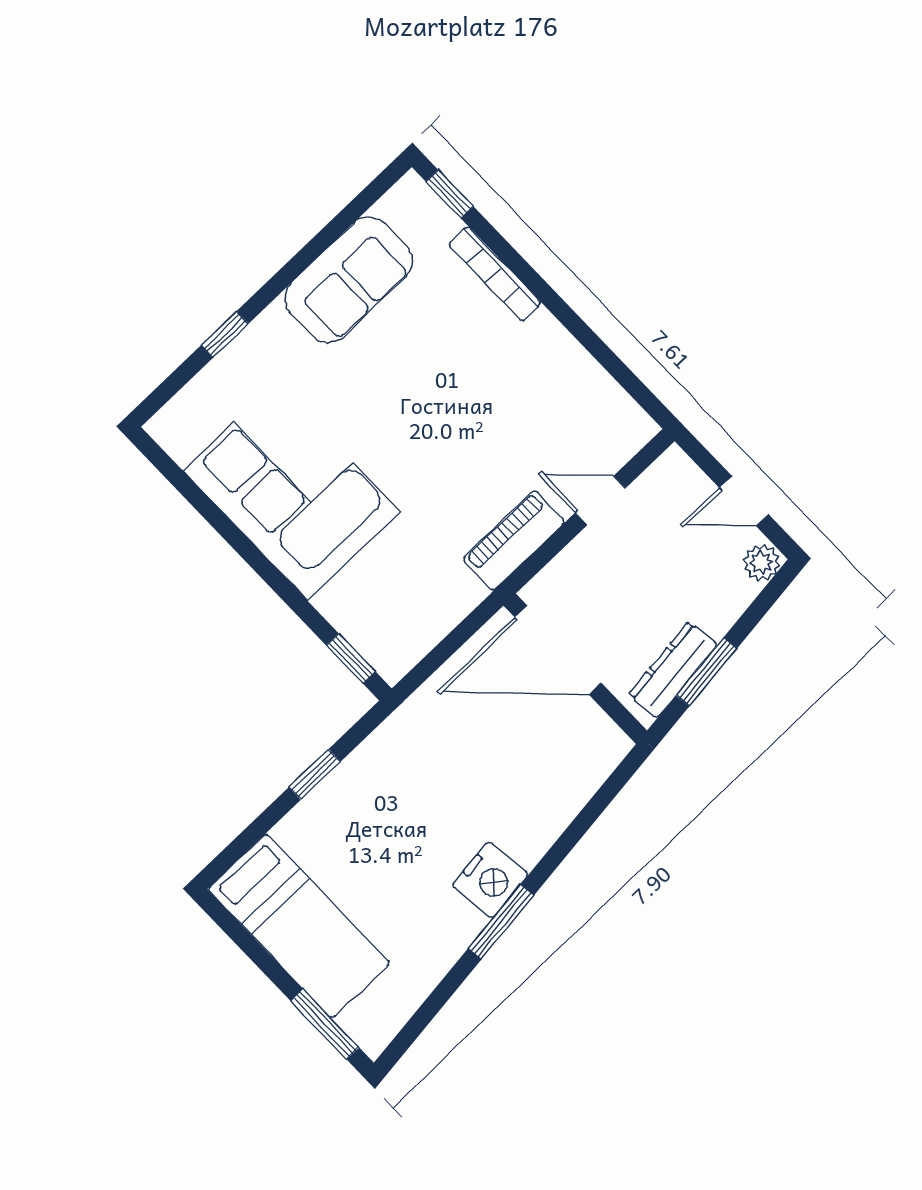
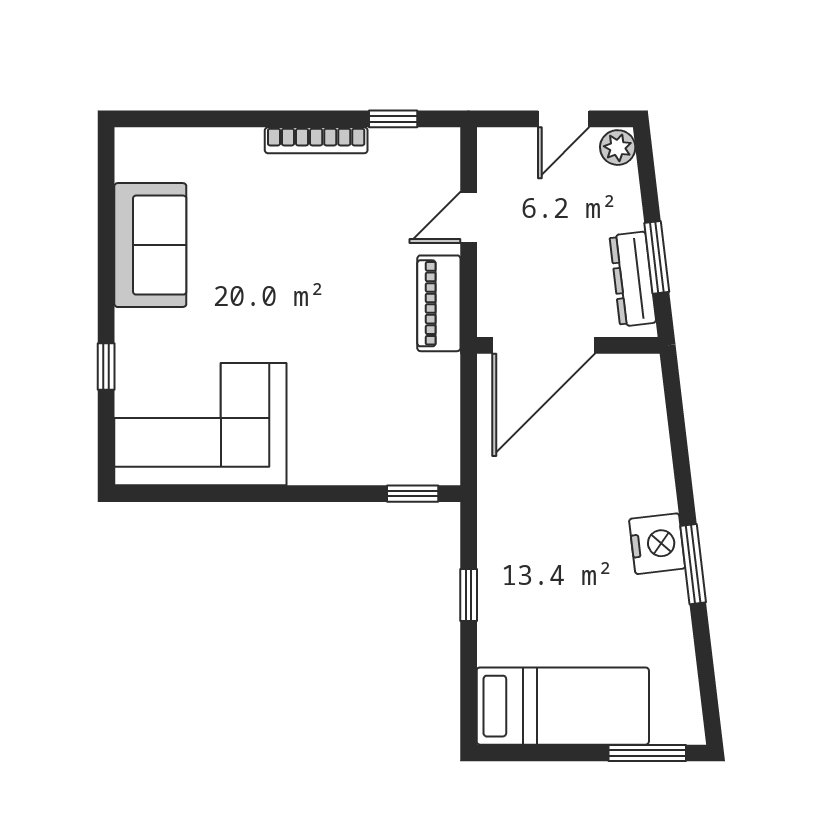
window: (450, 194) -> (393, 119), moved
bookcase: (495, 274) -> (316, 140), moved
corner sofa: (291, 491) -> (200, 424), moved

